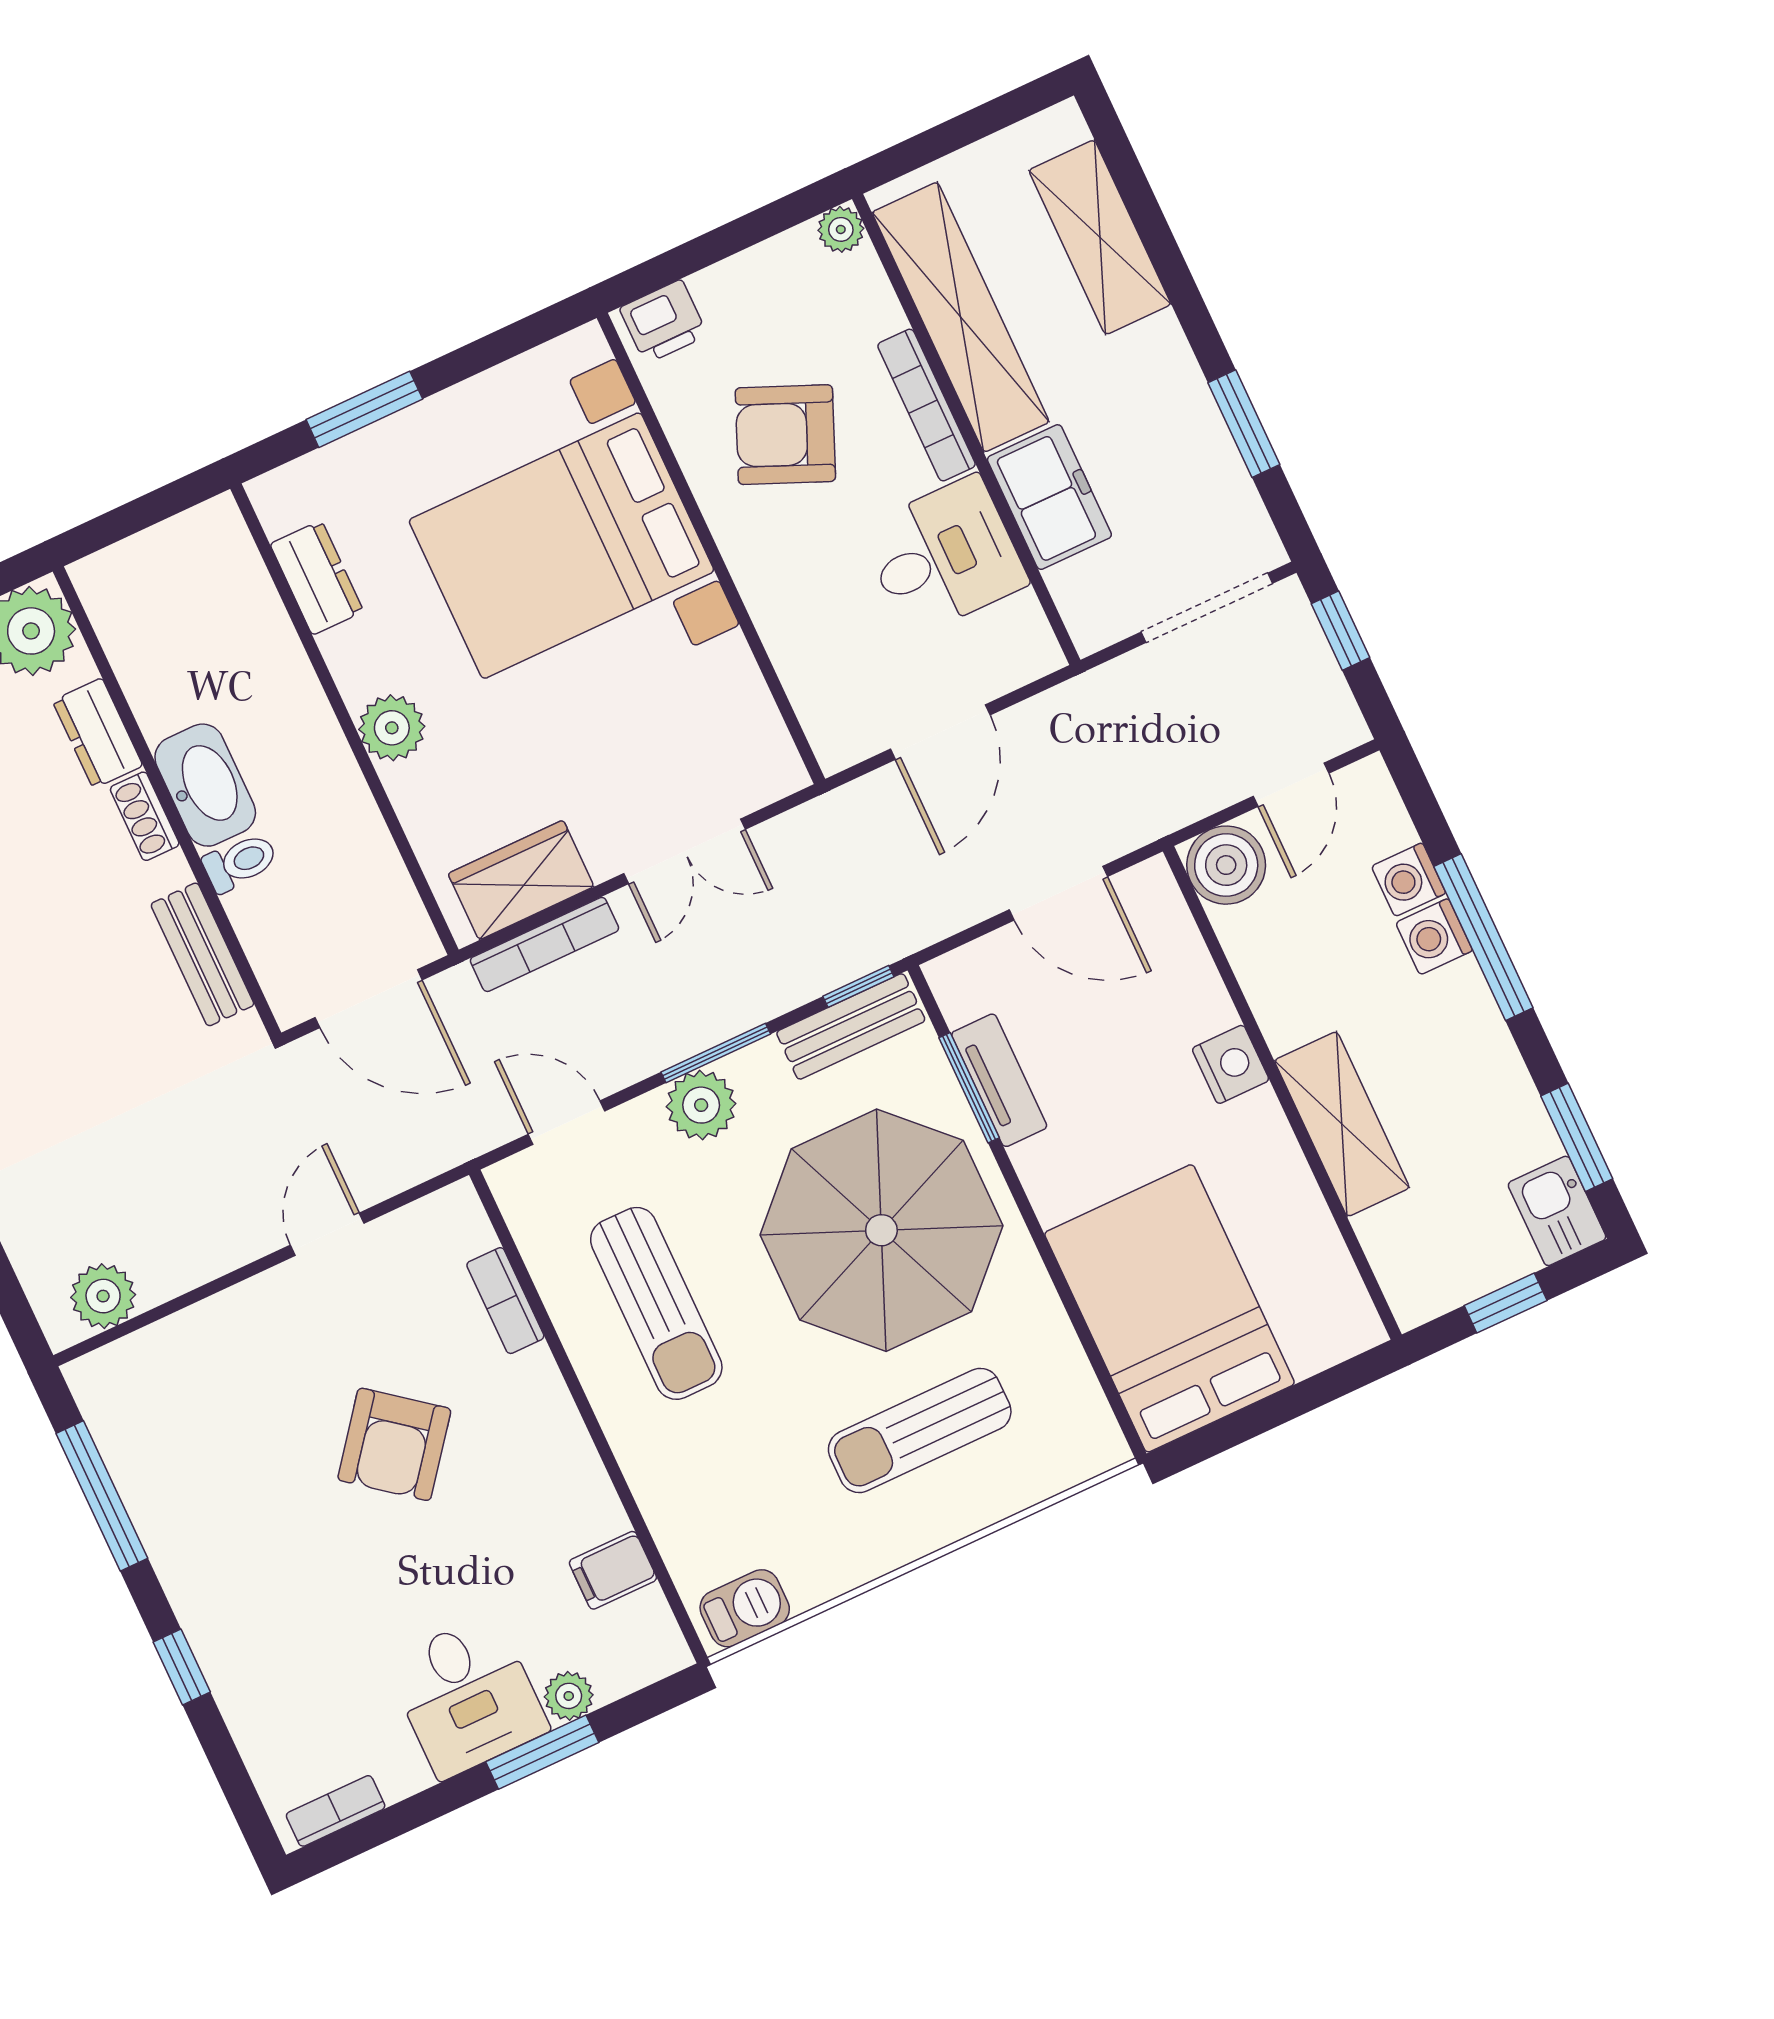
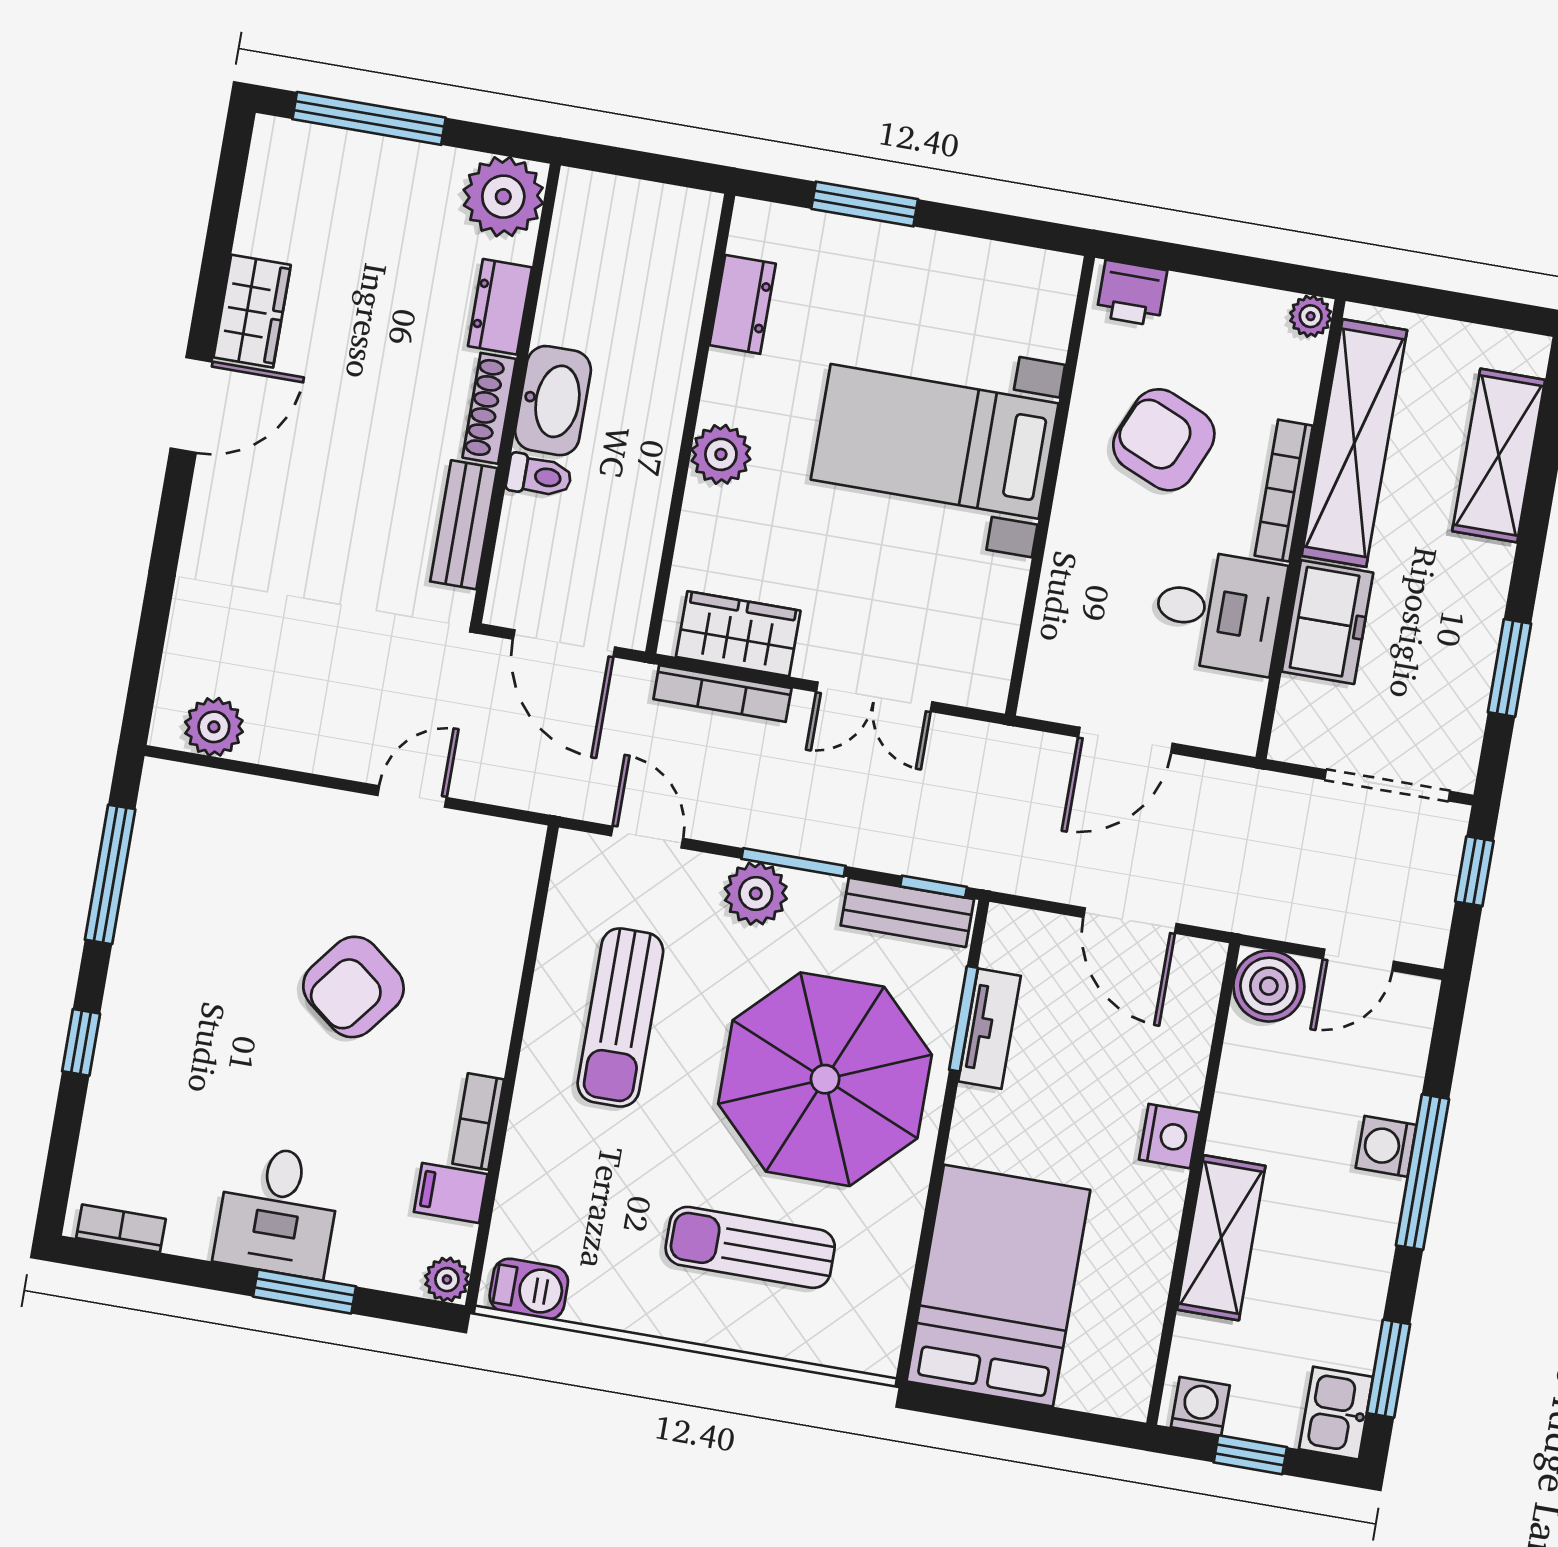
bed with nightstands: (561, 546) -> (935, 441), width x0.73
shoe rack: (145, 816) -> (489, 408), width x1.43
washing machine: (1409, 880) -> (1200, 1406), moved, turned 90
bookcase: (505, 1301) -> (478, 1121), moved
plant: (569, 1696) -> (447, 1280), moved

